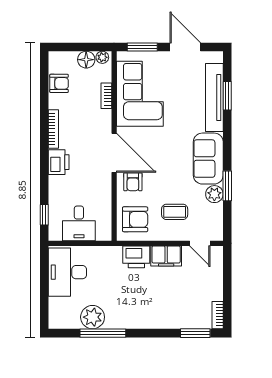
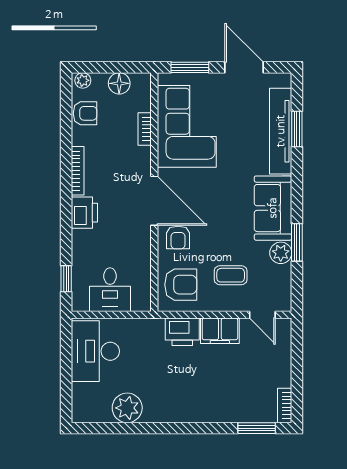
plant: (102, 57) -> (83, 80), moved
window: (103, 333) -> (140, 428), removed

